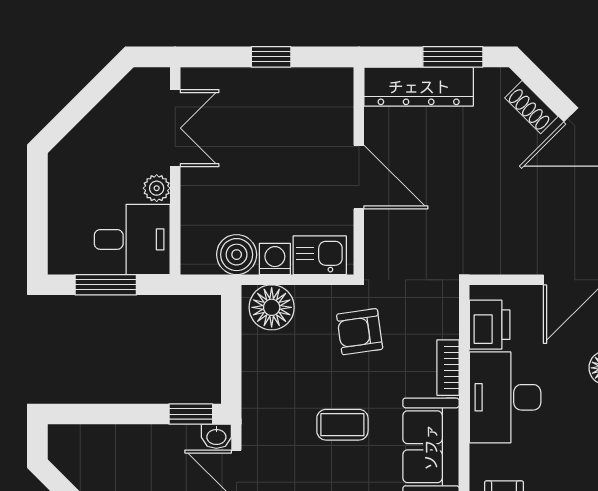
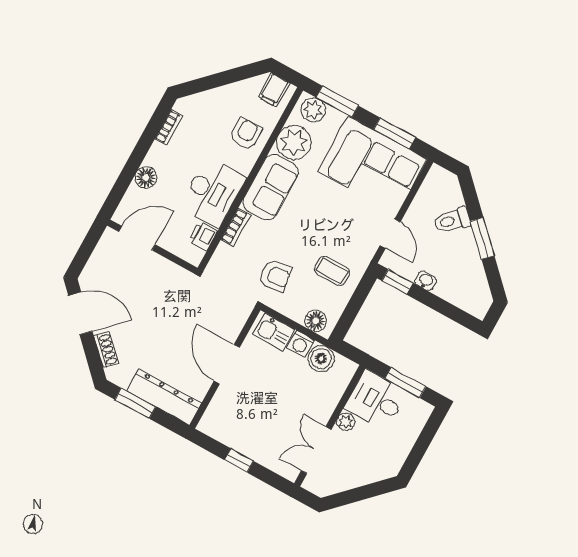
floor lamp: (272, 307) -> (316, 321), width x0.73, depth x0.73
printer: (490, 325) -> (203, 236), width x0.73, depth x0.81
coffee table: (342, 425) -> (332, 271), moved
washbasin: (216, 436) -> (426, 281), moved

